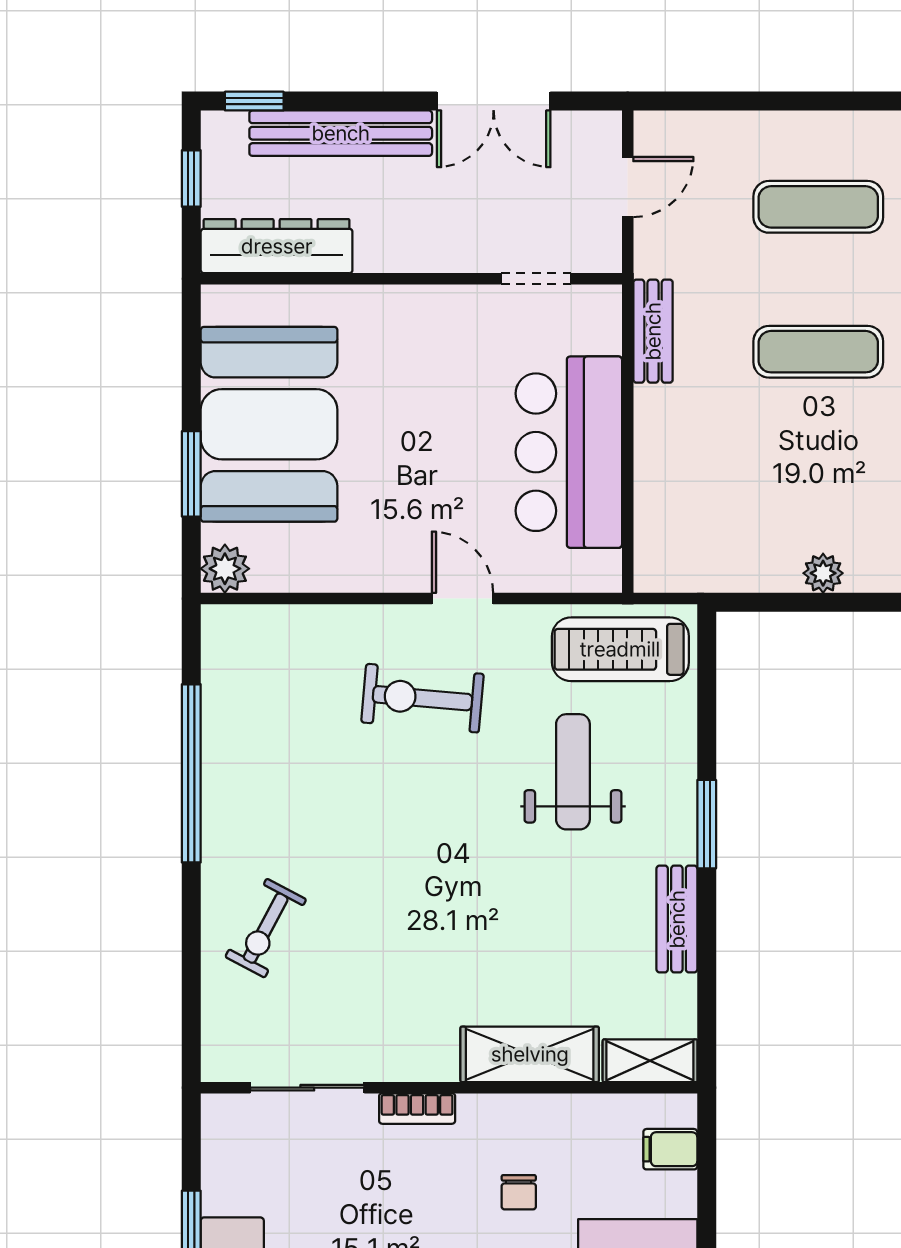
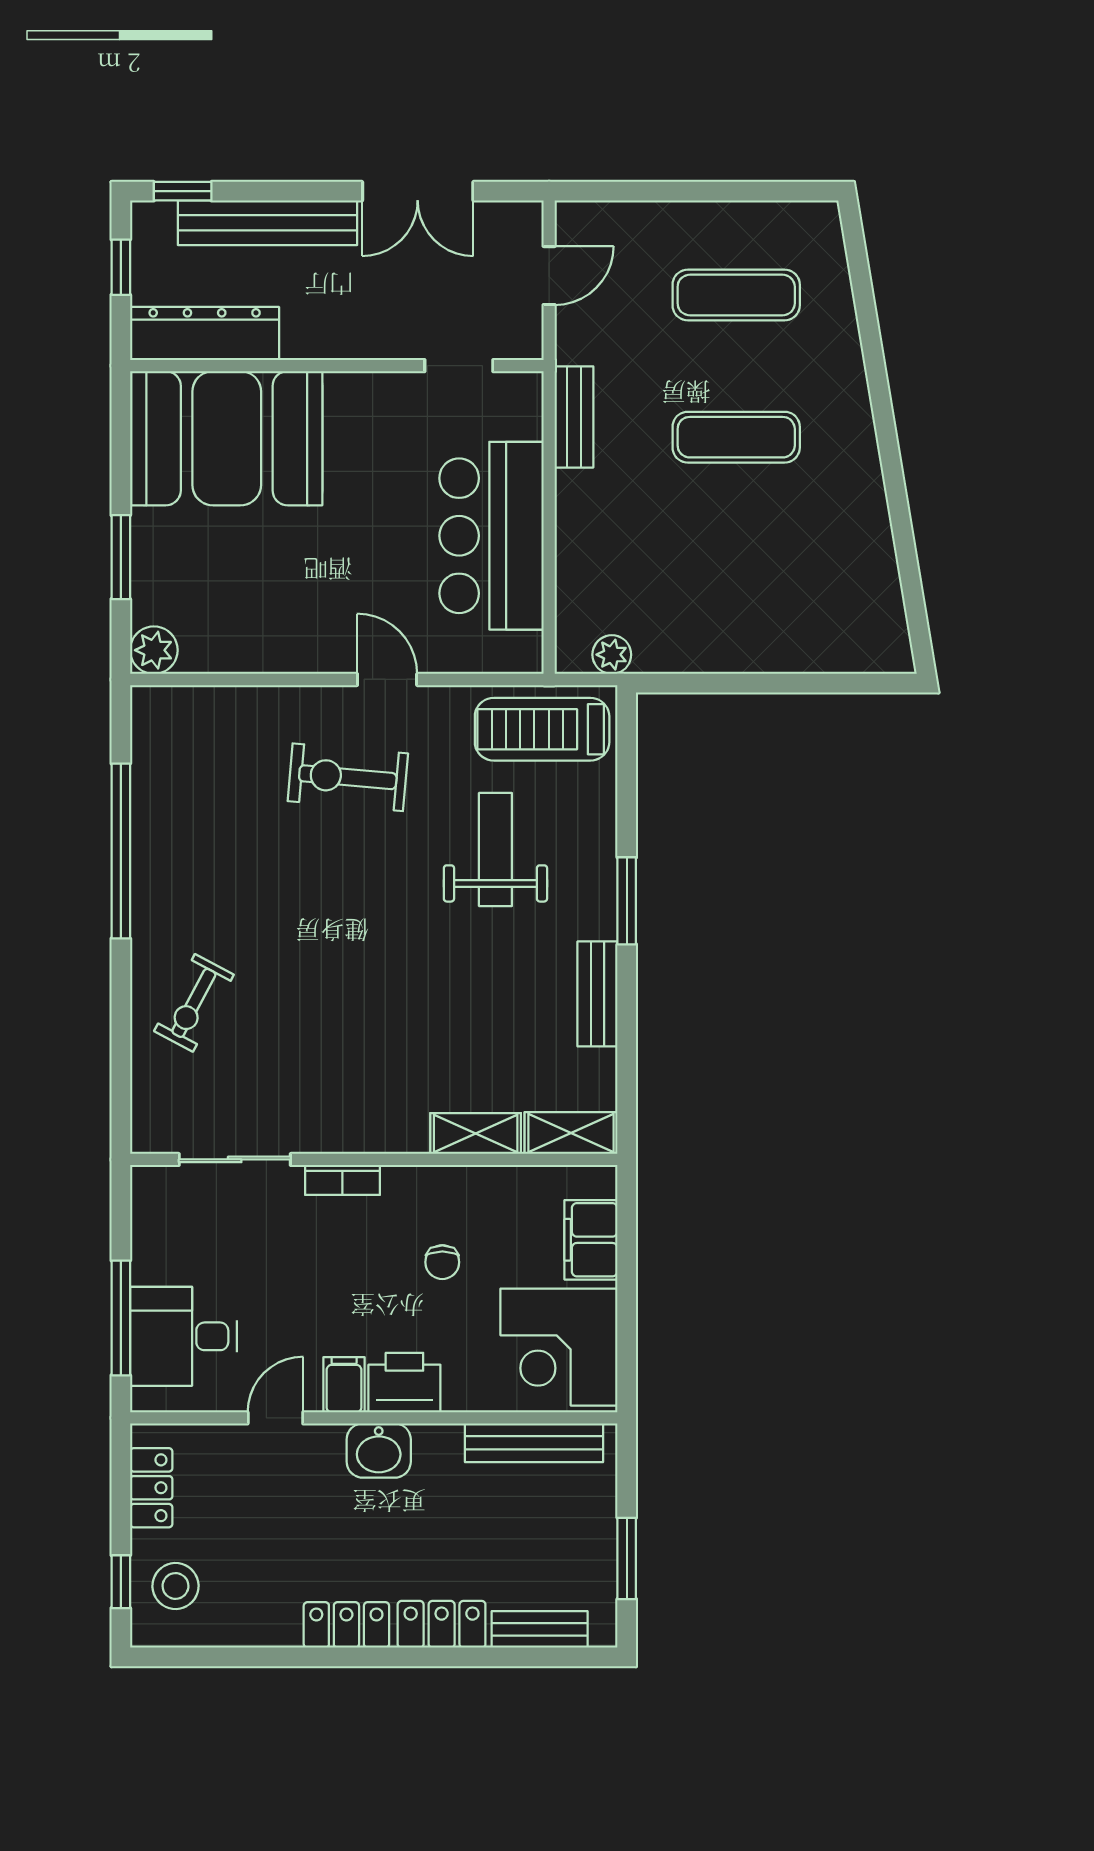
booth: (269, 424) -> (227, 438), moved, turned 90
plant: (823, 573) -> (612, 655), moved
shelving: (530, 1054) -> (476, 1134), width x0.67, depth x0.75
filing cabinet: (670, 1149) -> (591, 1240), width x2.00

